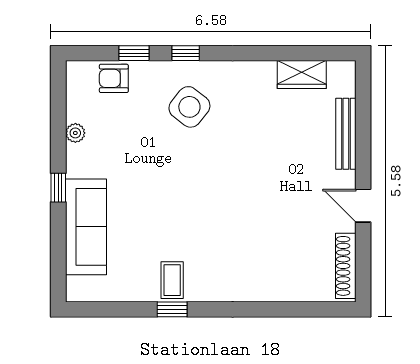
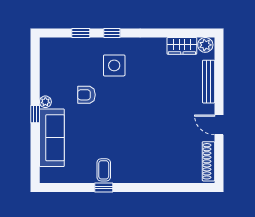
plant: (341, 73) -> (205, 45), added
armchair: (114, 78) -> (86, 95), moved
side table: (189, 107) -> (114, 65), turned -38
plant: (75, 133) -> (45, 102), moved

